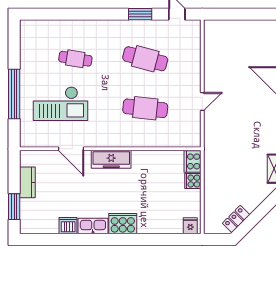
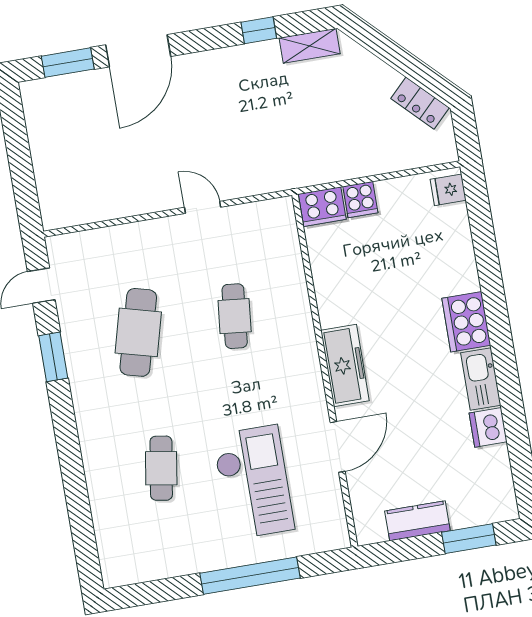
cafe table: (145, 108) -> (235, 316), width x0.73, depth x0.74

